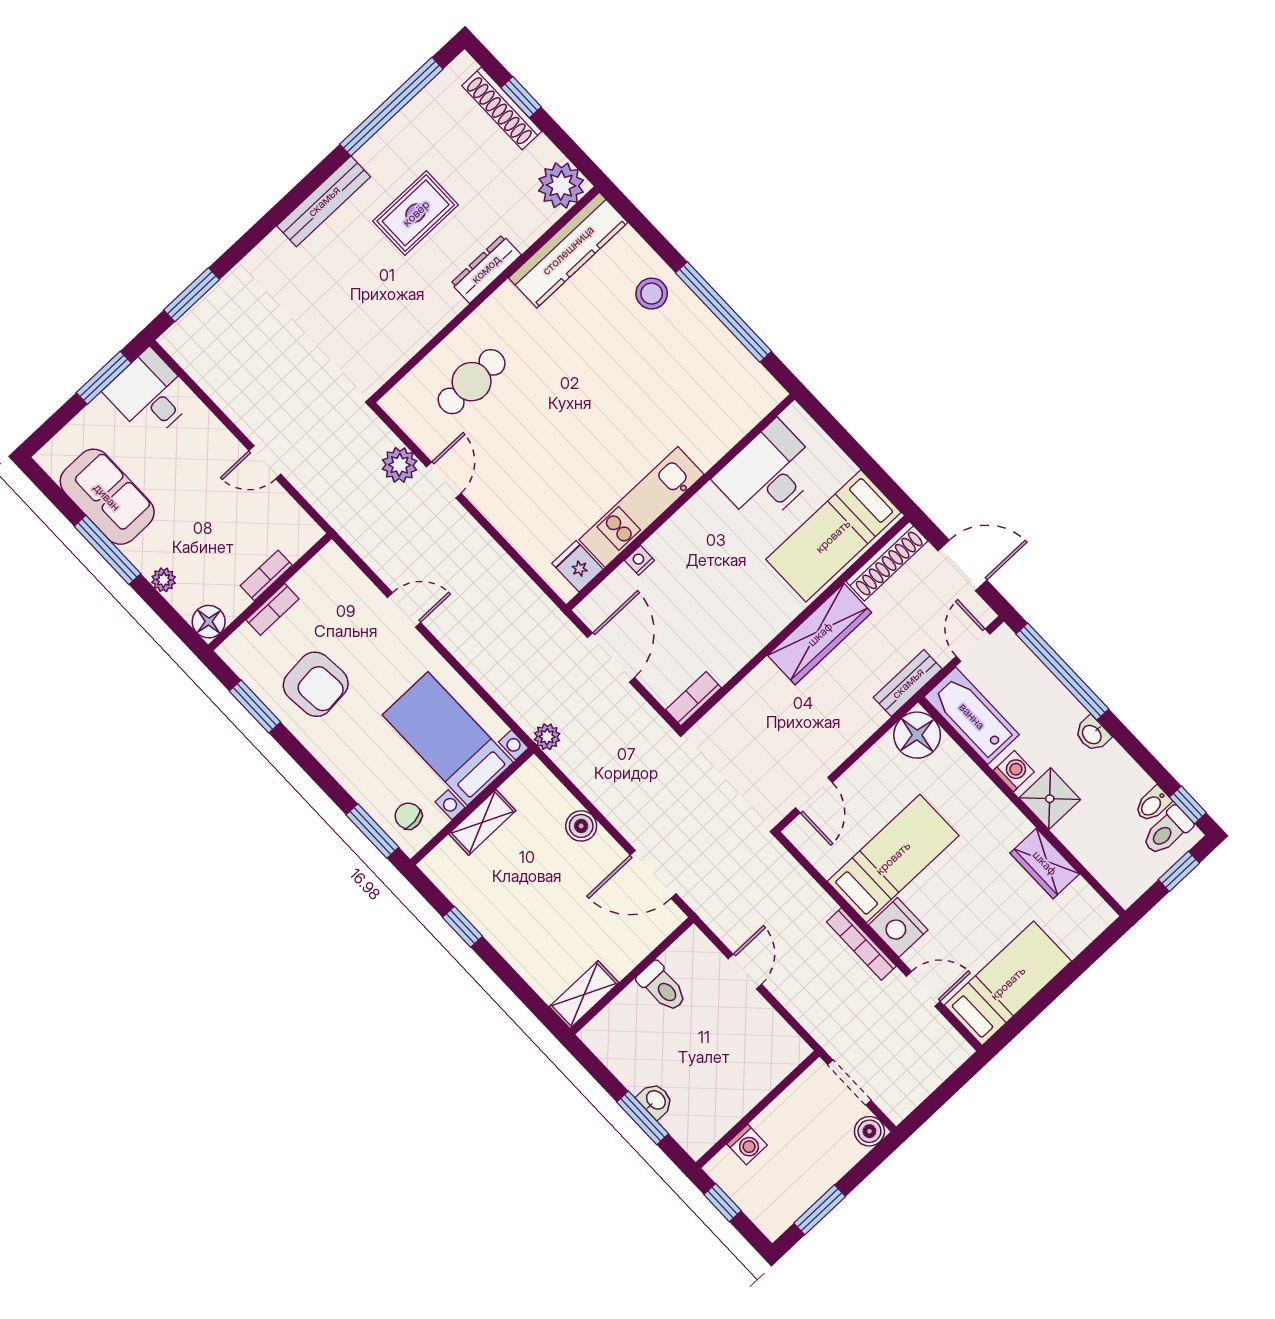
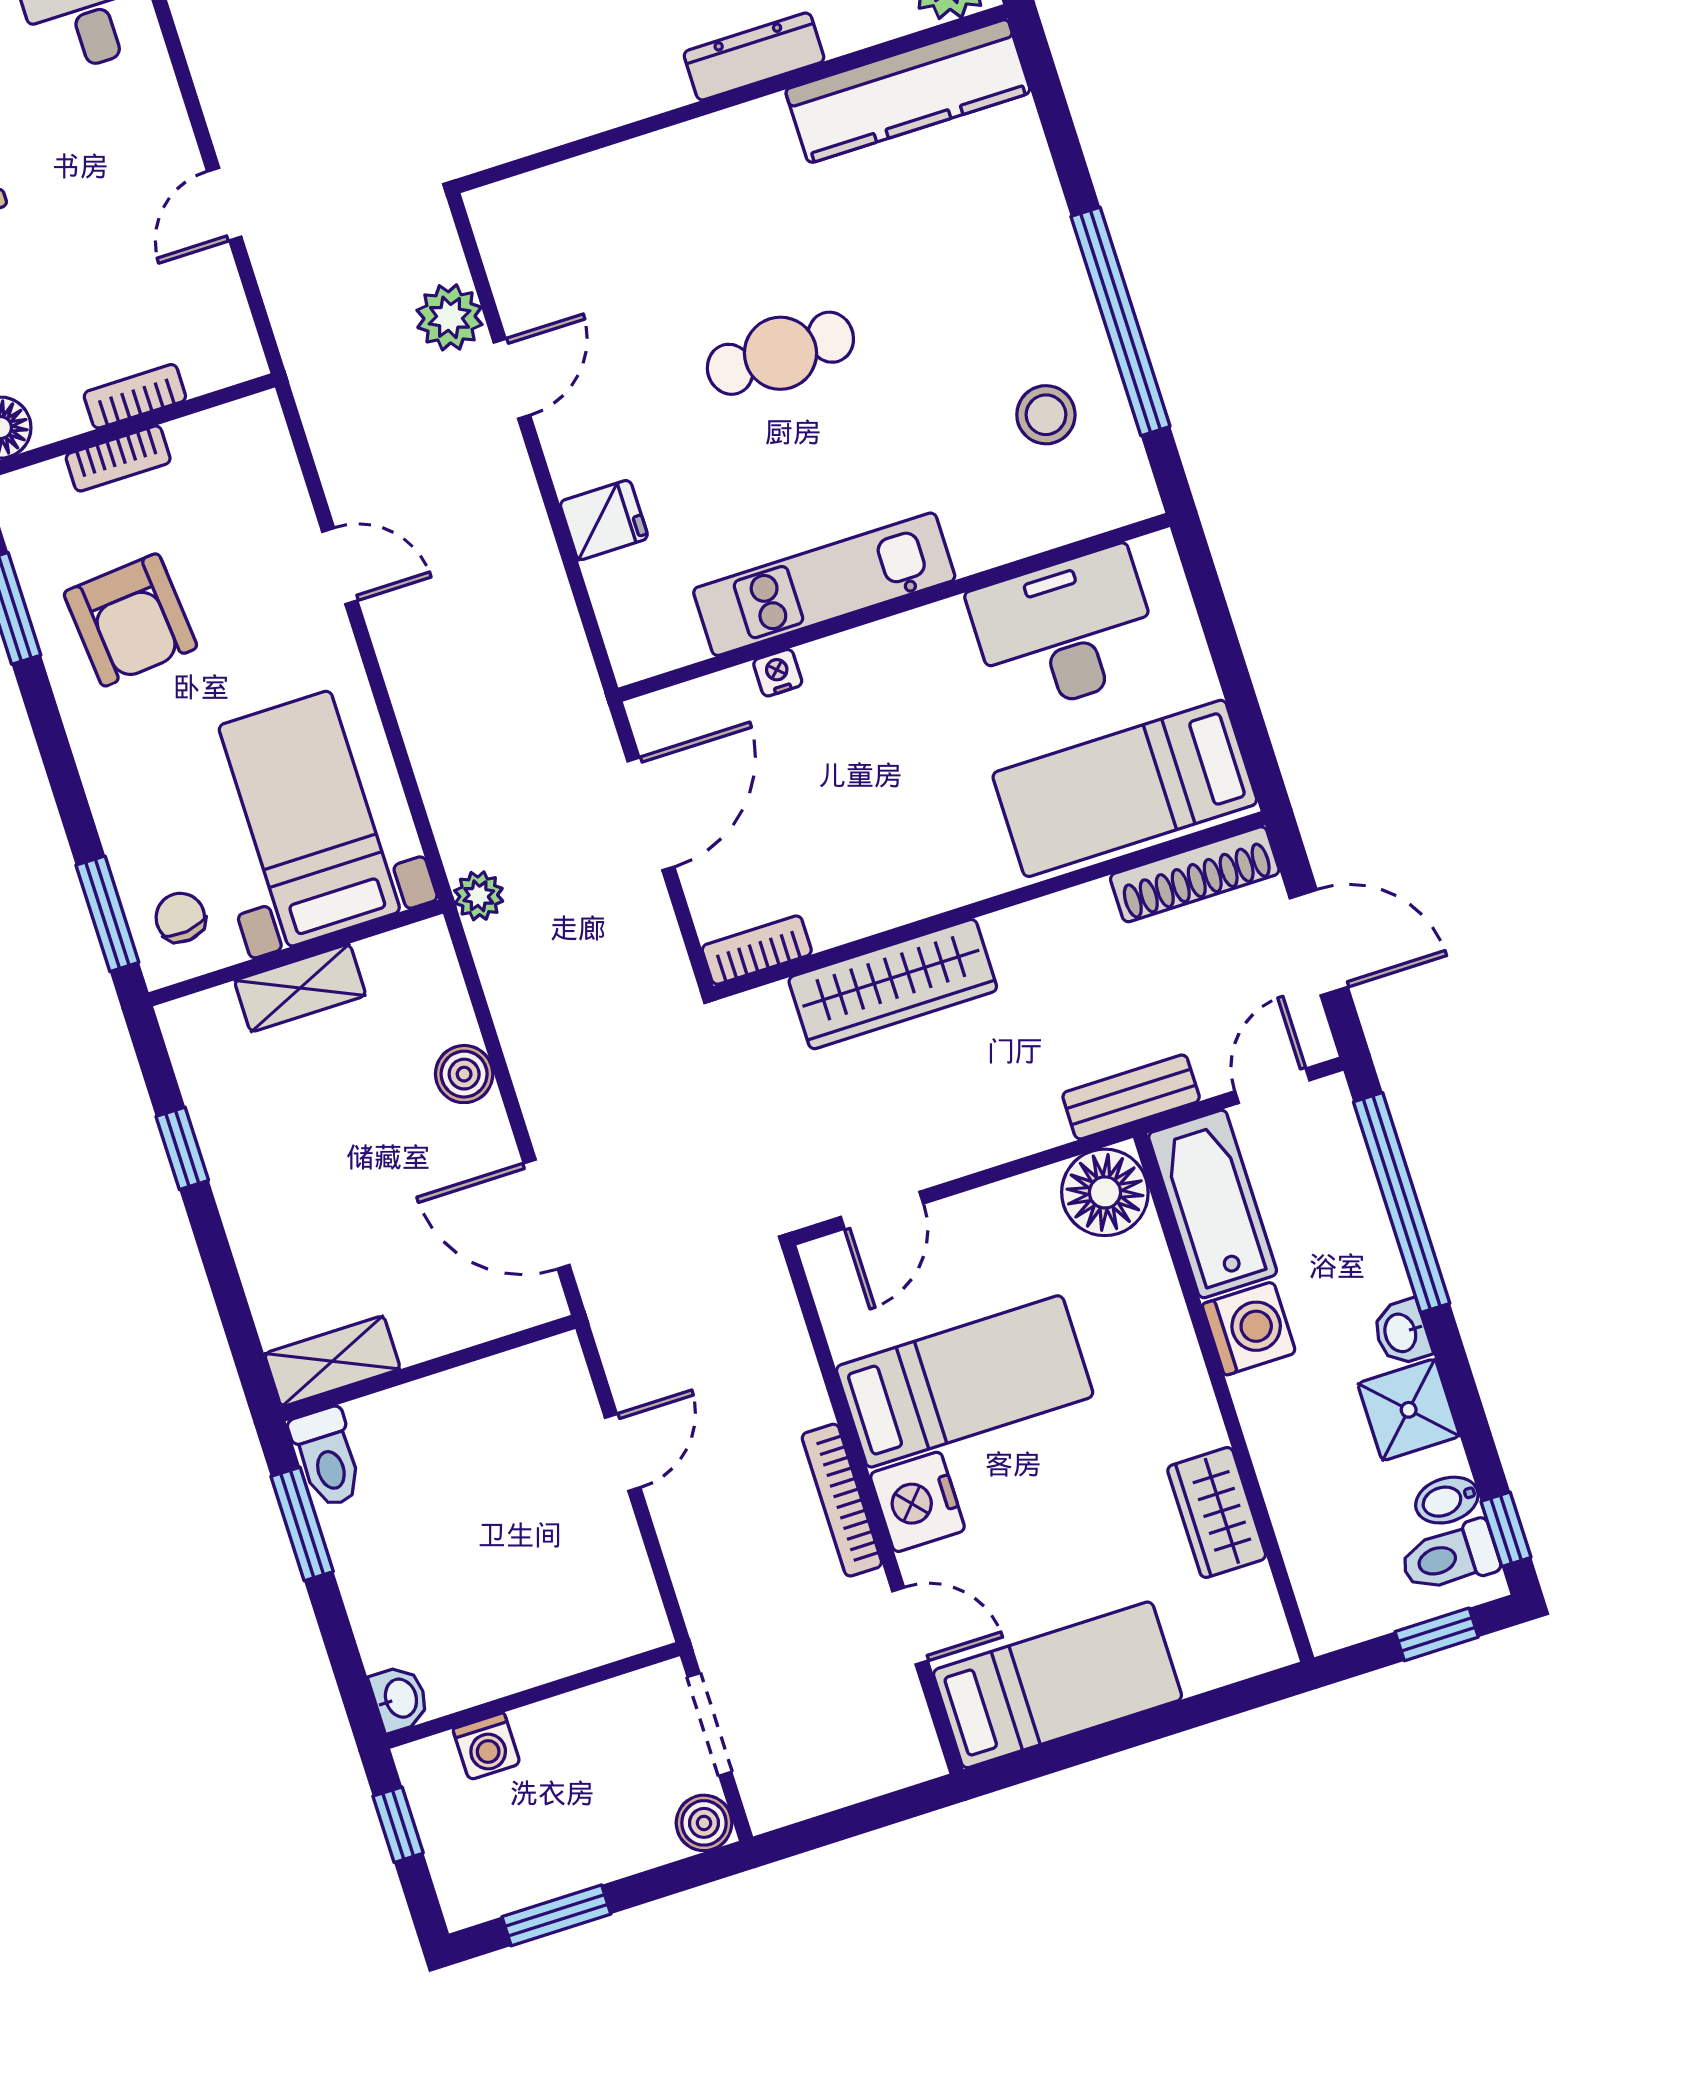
stool: (652, 294) -> (1046, 415), moved
cafe table: (472, 382) -> (780, 353), moved
door: (265, 462) -> (224, 204), hinge flipped
fridge: (578, 566) -> (604, 520), moved, turned 90
wardrobe: (820, 634) -> (893, 984), moved
washing machine: (1014, 771) -> (1249, 1328), width x1.38, depth x1.38
shower: (1050, 799) -> (1409, 1410), moved
toilet: (662, 987) -> (327, 1457), moved
washbasin: (655, 1100) -> (400, 1699), moved
window: (643, 1118) -> (302, 1524), moved

